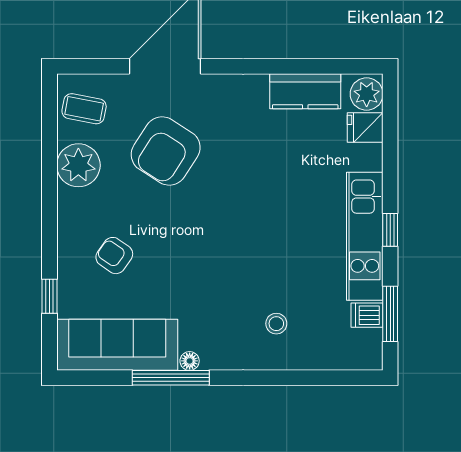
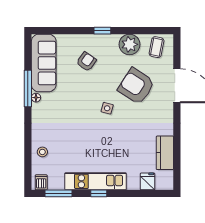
plant: (367, 94) -> (164, 182), removed
side table: (212, 212) -> (107, 108), added
window: (50, 296) -> (102, 31), moved
dishwasher: (367, 315) -> (41, 182), moved
stool: (276, 324) -> (42, 152), moved

